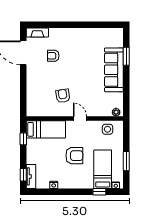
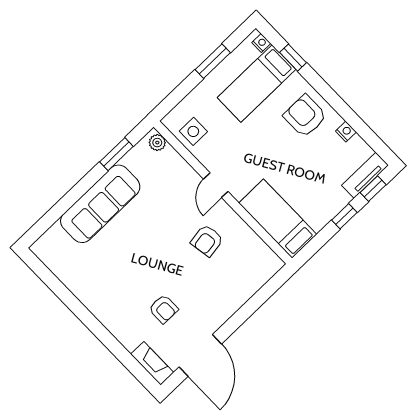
window: (126, 56) -> (116, 154), moved
window: (23, 139) -> (344, 216), moved
armchair: (74, 156) -> (305, 116), moved

